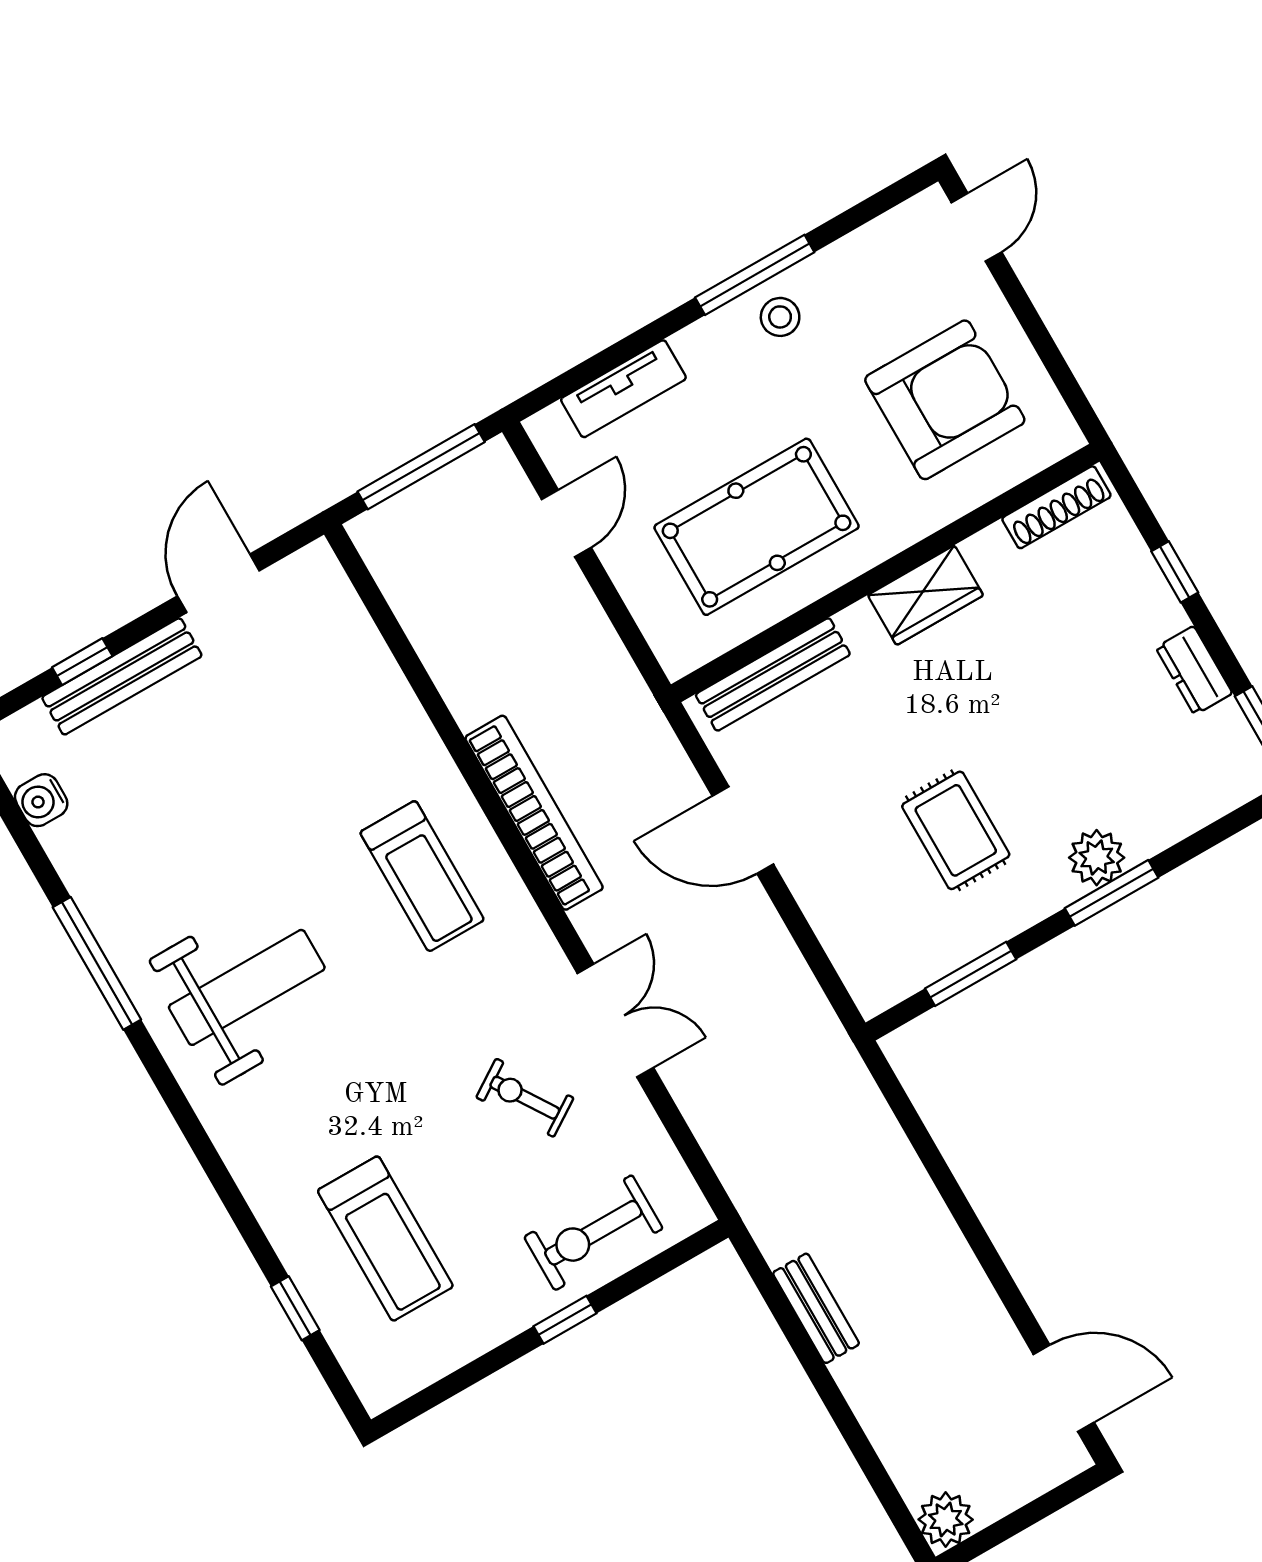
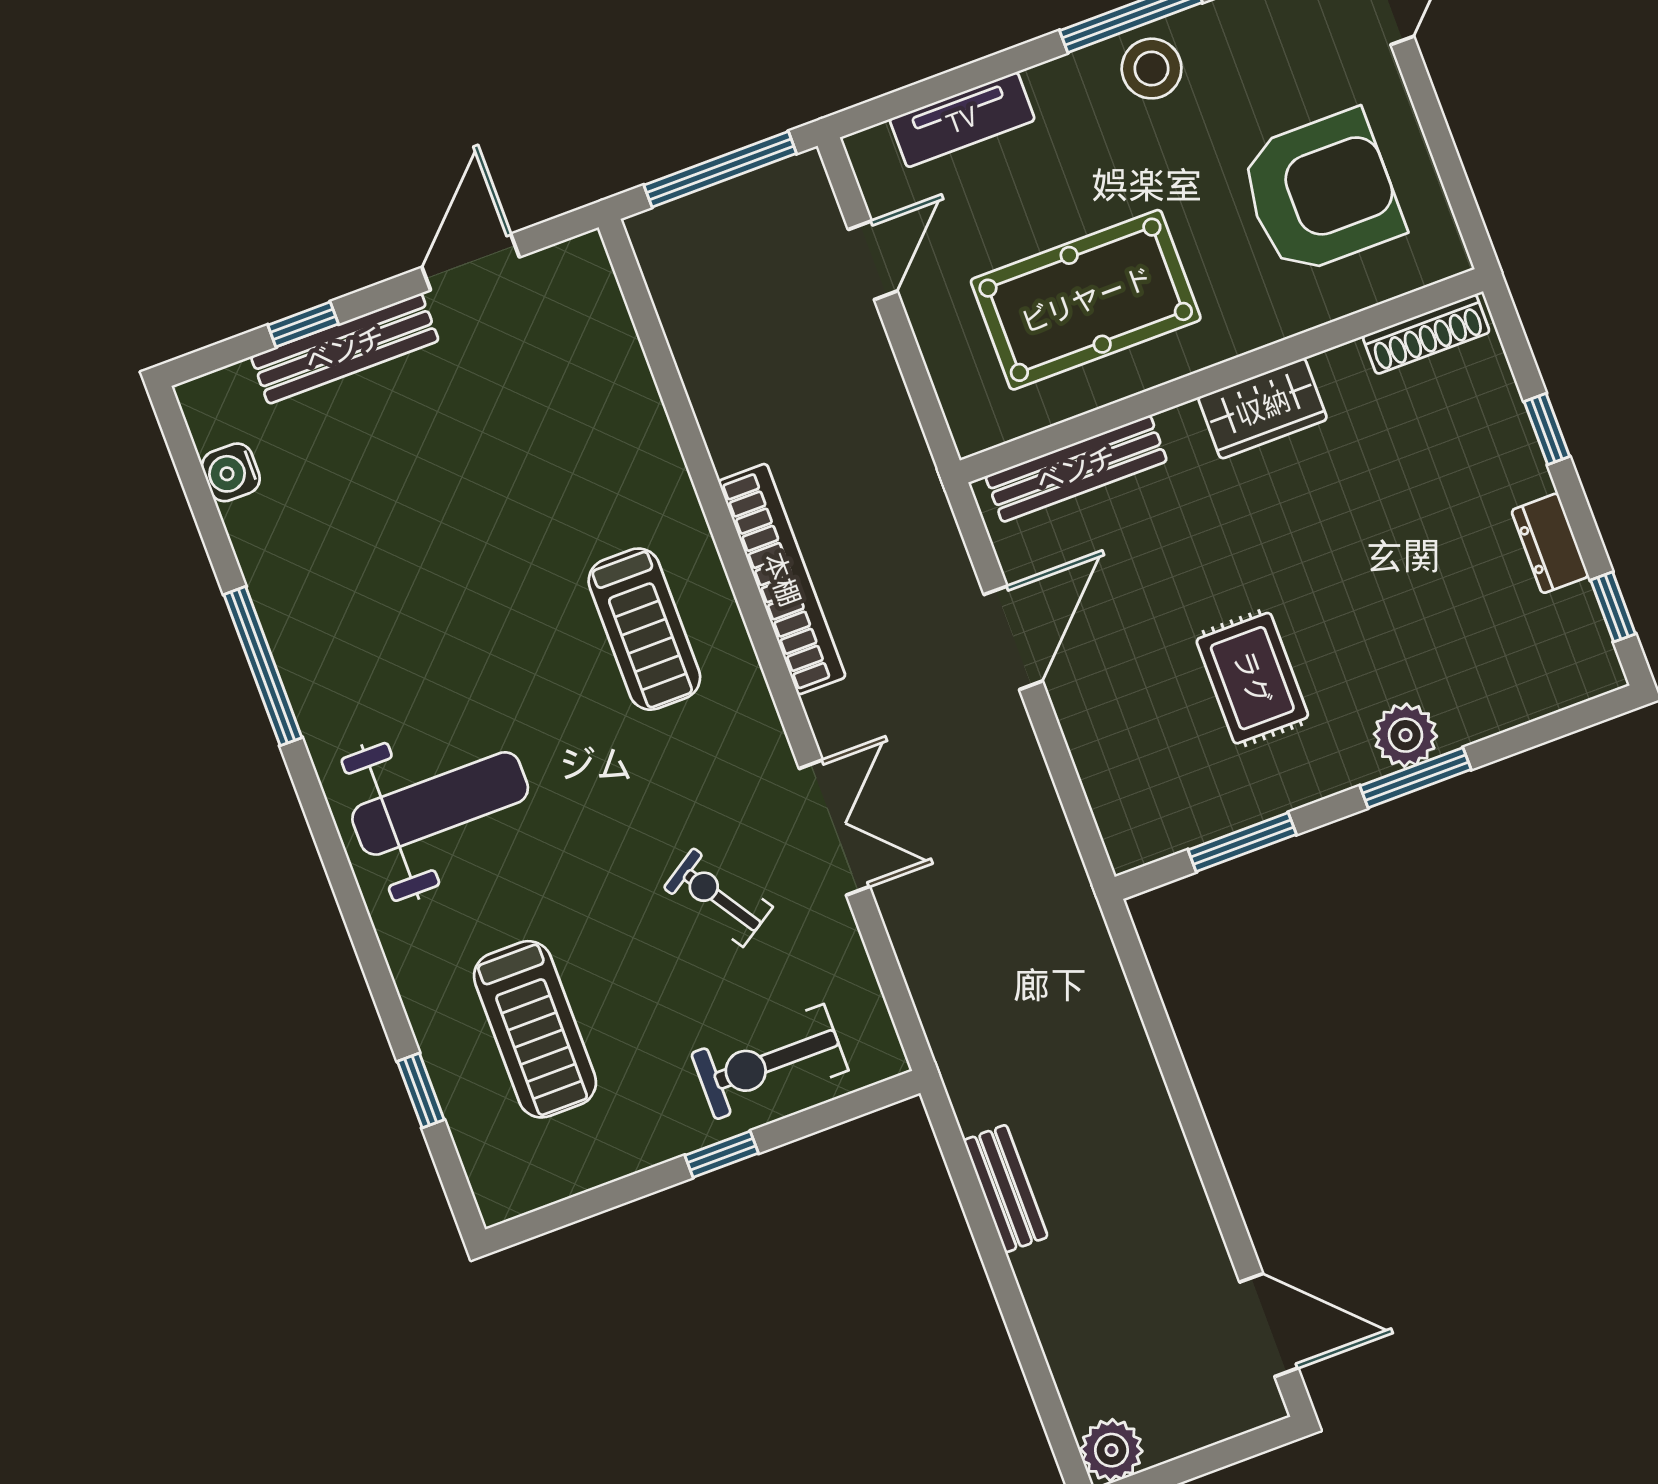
stool: (780, 317) -> (1152, 69), width x1.37, depth x1.37
door: (743, 830) -> (1013, 638), swing flipped
weight bench: (247, 987) -> (440, 803), moved

